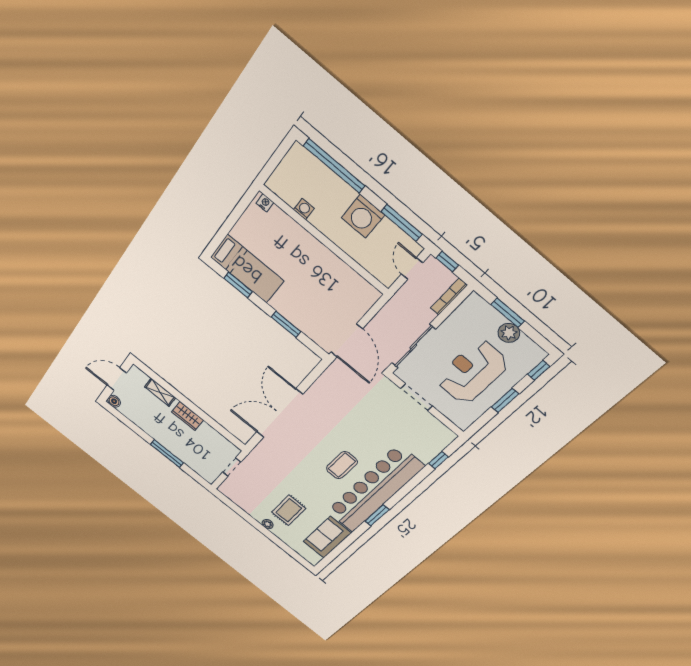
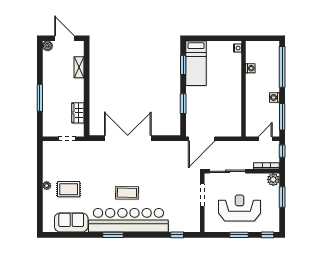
washing machine: (363, 216) -> (274, 97), width x0.53, depth x0.53
plant: (509, 333) -> (273, 180), moved
wardrobe: (188, 416) -> (78, 113), moved

